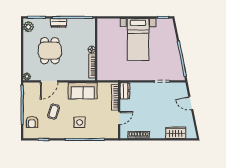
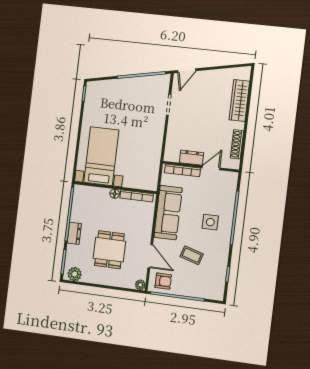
bed with nightstands: (138, 39) -> (101, 156), moved, turned -90
dining table: (50, 51) -> (109, 250), turned 90
sofa: (83, 91) -> (168, 213), width x1.36
dresser: (125, 91) -> (192, 158), moved
door: (191, 103) -> (187, 71), moved
door: (119, 118) -> (211, 168), hinge flipped
armchair: (32, 122) -> (163, 281), moved
wardrobe: (176, 133) -> (239, 100), width x1.50

